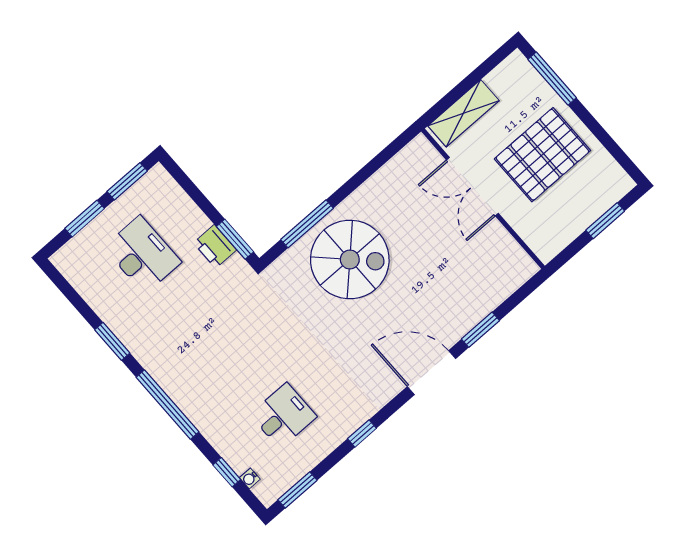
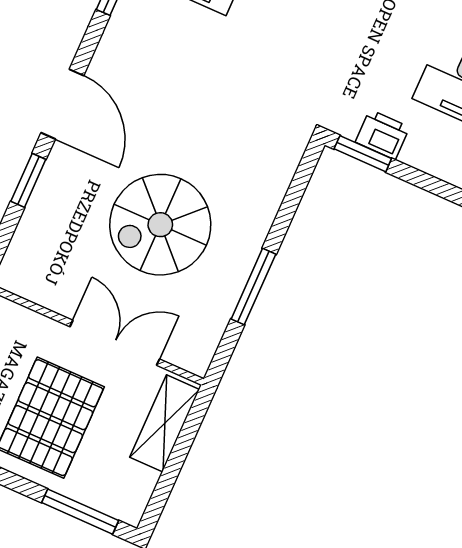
window: (307, 224) -> (253, 287), moved
spiral stairs: (350, 259) -> (160, 225), moved
door: (431, 373) -> (62, 104), hinge flipped

